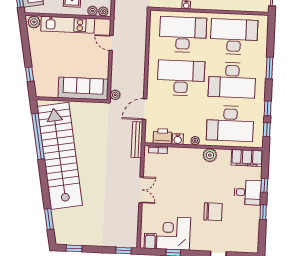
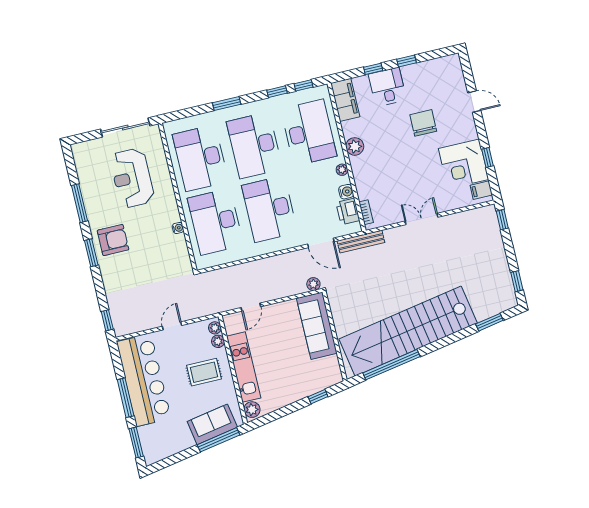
desk: (232, 80) -> (255, 145), turned 180

